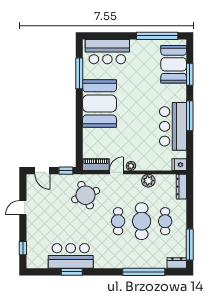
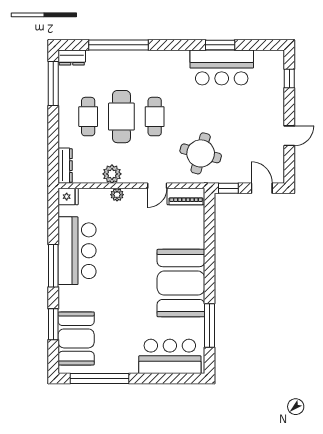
plant: (131, 166) -> (117, 195), moved
round table: (86, 195) -> (201, 153), turned 37

